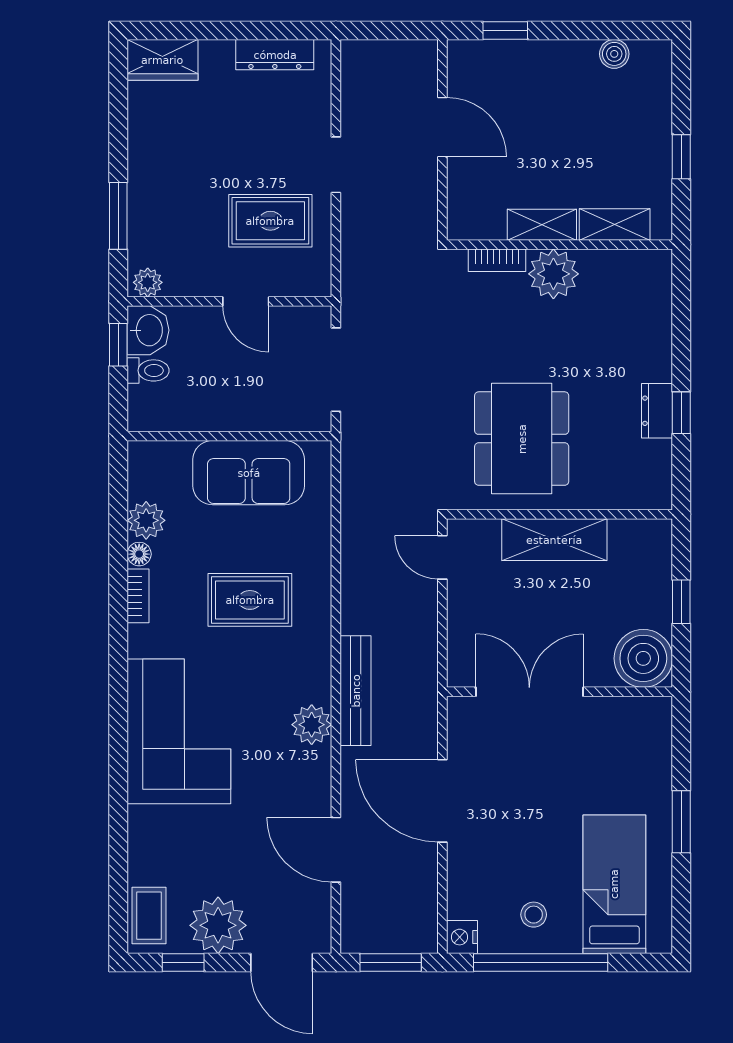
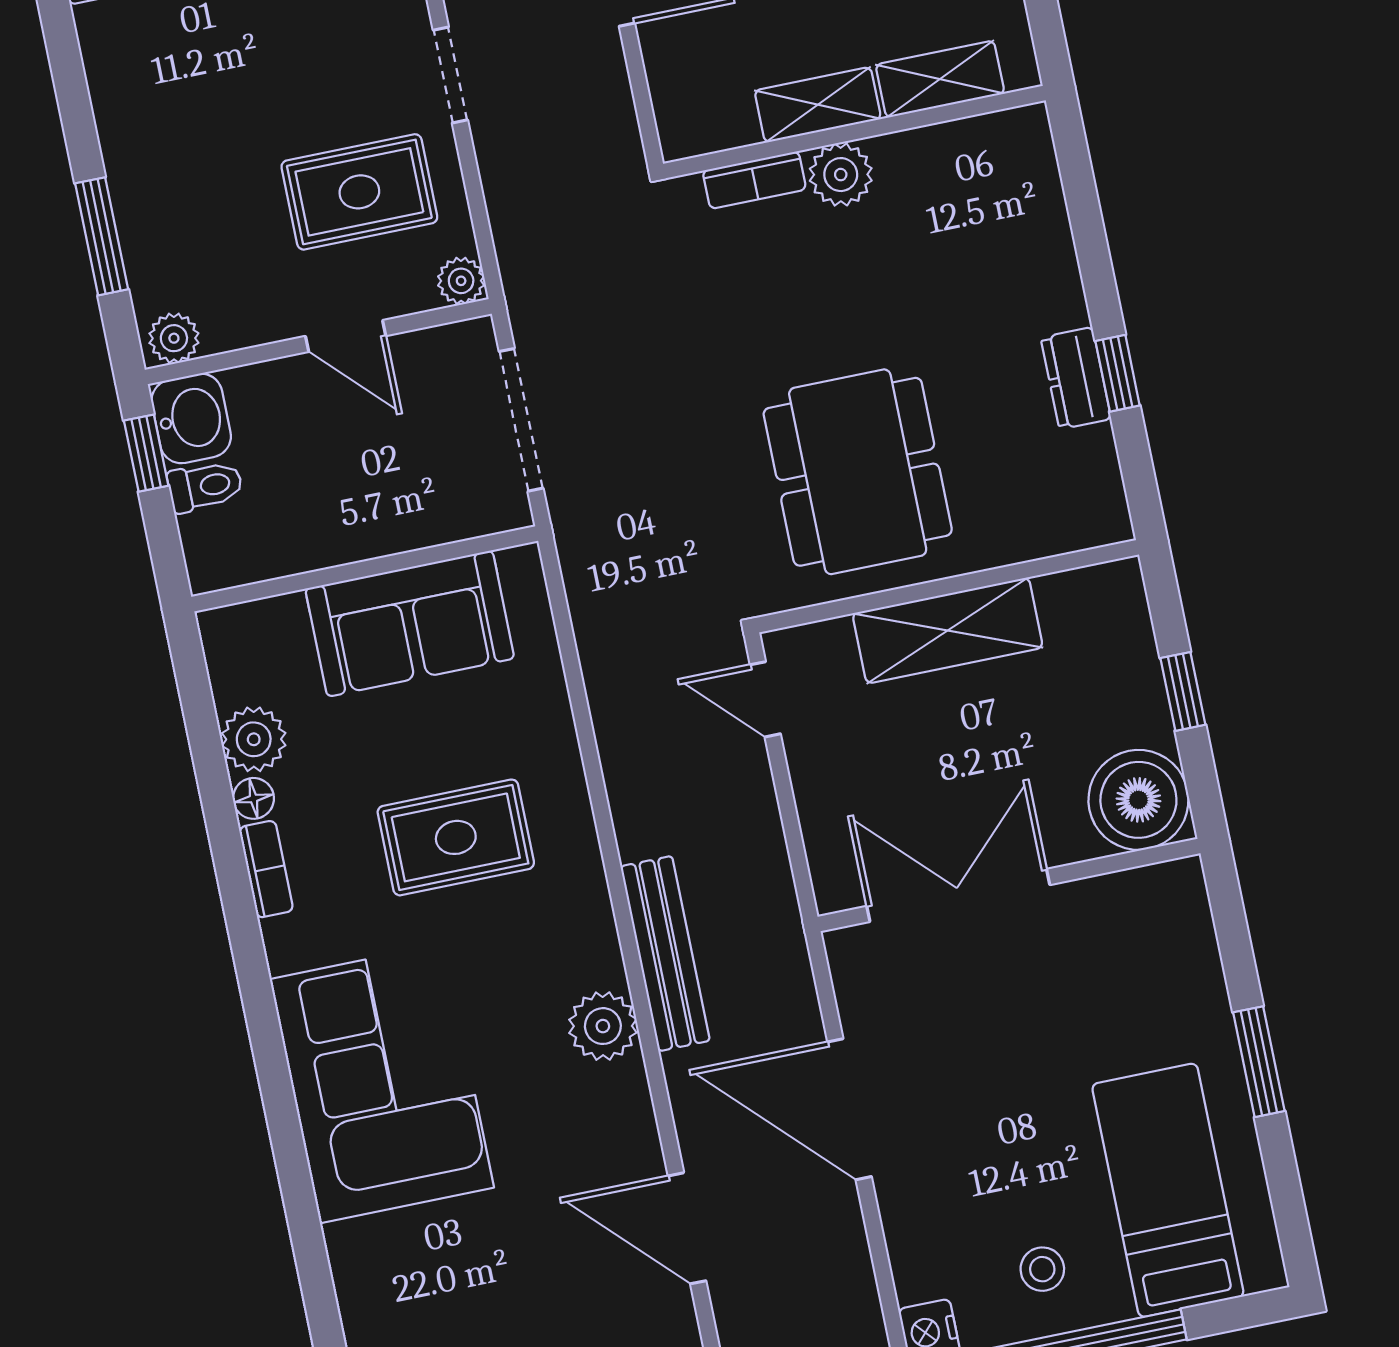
plant: (553, 274) -> (841, 175), width x0.73, depth x0.73
plant: (318, 283) -> (461, 281), added

